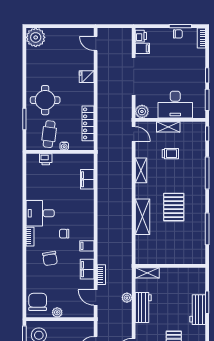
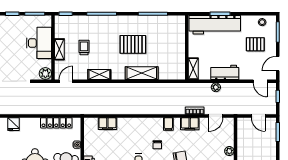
workbench: (198, 310) -> (215, 25), width x1.88, depth x1.32

